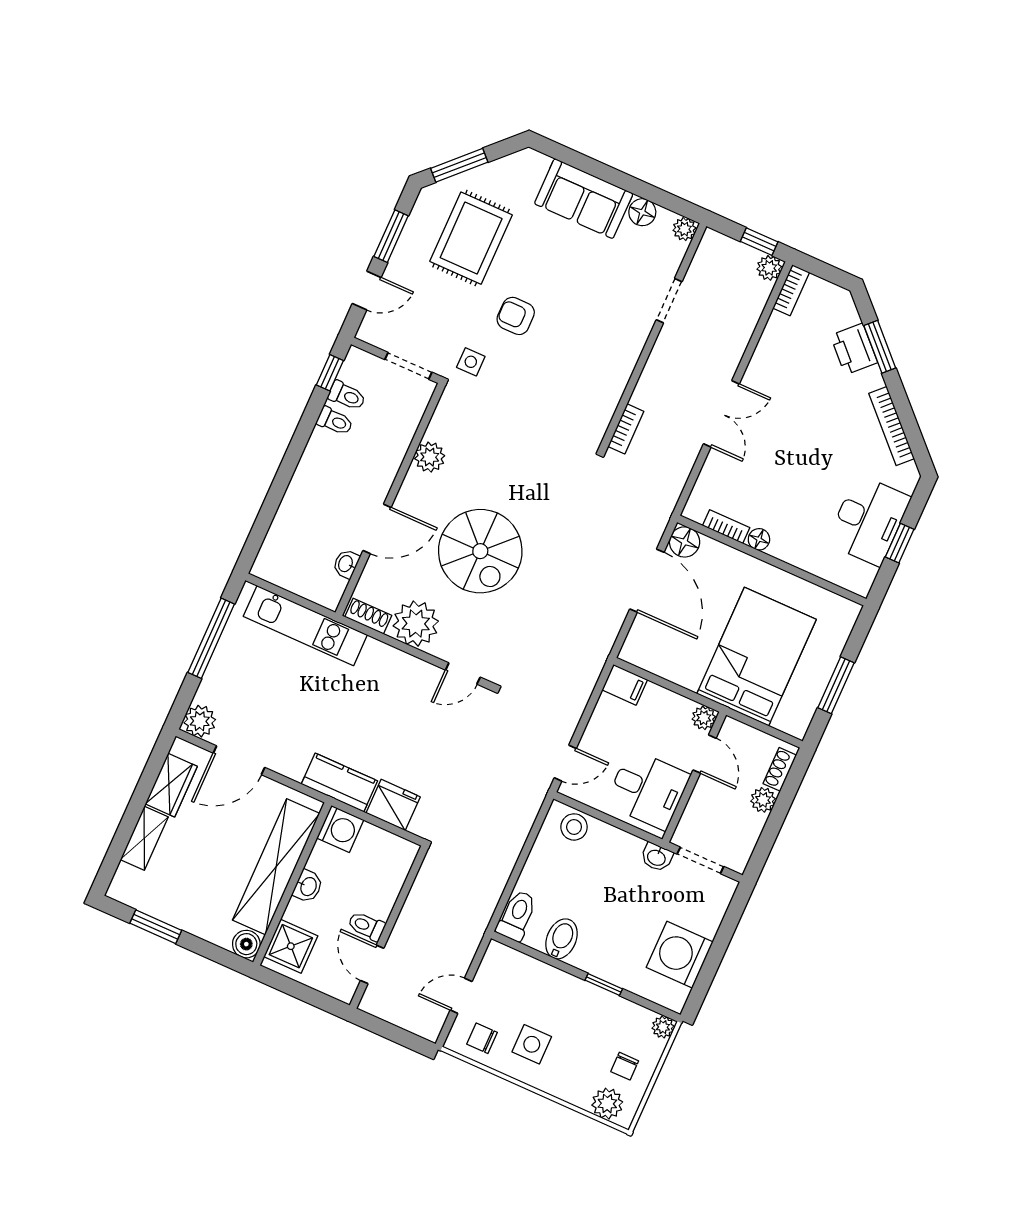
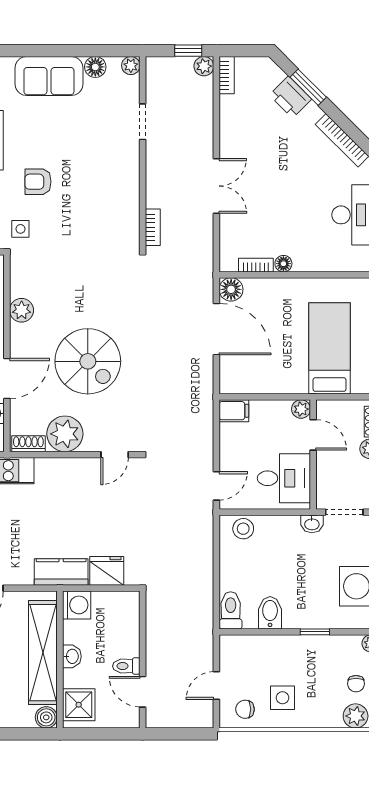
bed: (756, 657) -> (329, 348), width x0.67

